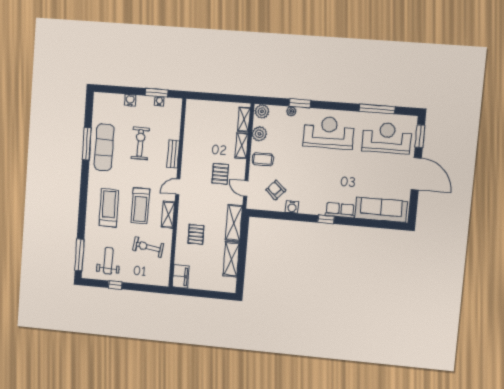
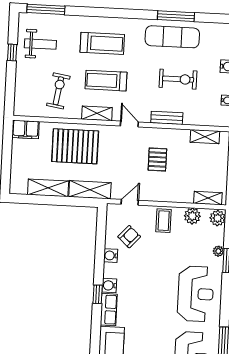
shelving: (242, 146) -> (205, 137), moved
pallet: (220, 174) -> (157, 159), moved, turned 90
water cooler: (319, 209) -> (109, 285), added
pallet: (196, 234) -> (75, 146), width x2.05, depth x2.00

